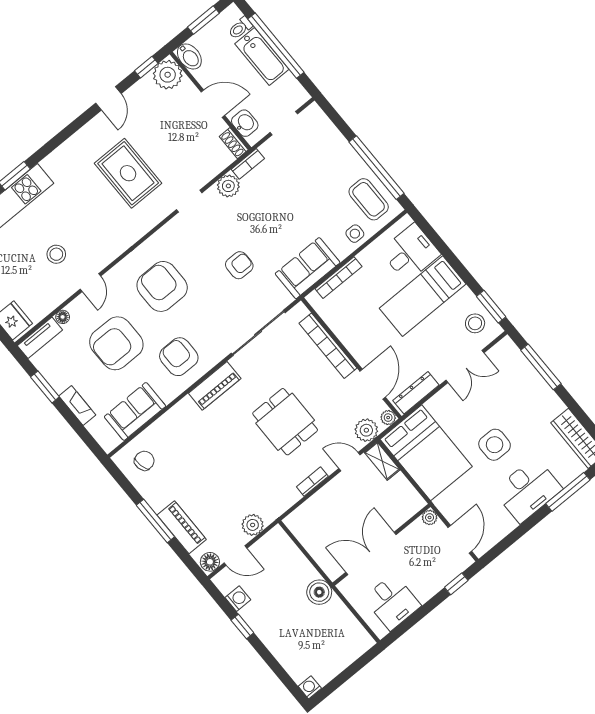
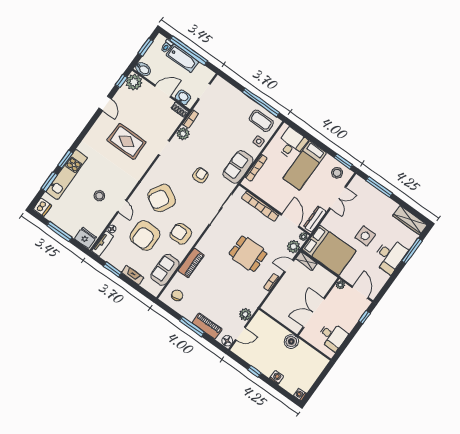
armchair: (162, 286) -> (162, 198), turned -61
piano: (215, 386) -> (191, 263), moved
washing machine: (238, 599) -> (277, 377), moved

